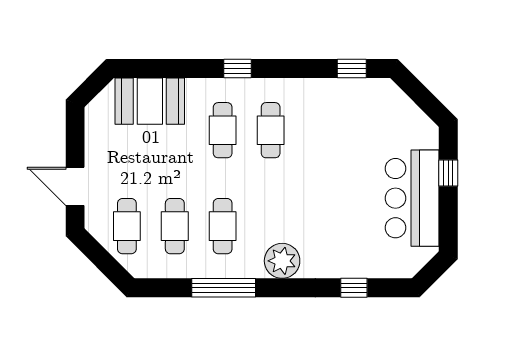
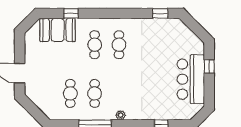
window: (237, 69) -> (71, 13), moved
cafe table: (127, 226) -> (46, 93), removed
plant: (282, 261) -> (121, 115), width x0.53, depth x0.53

